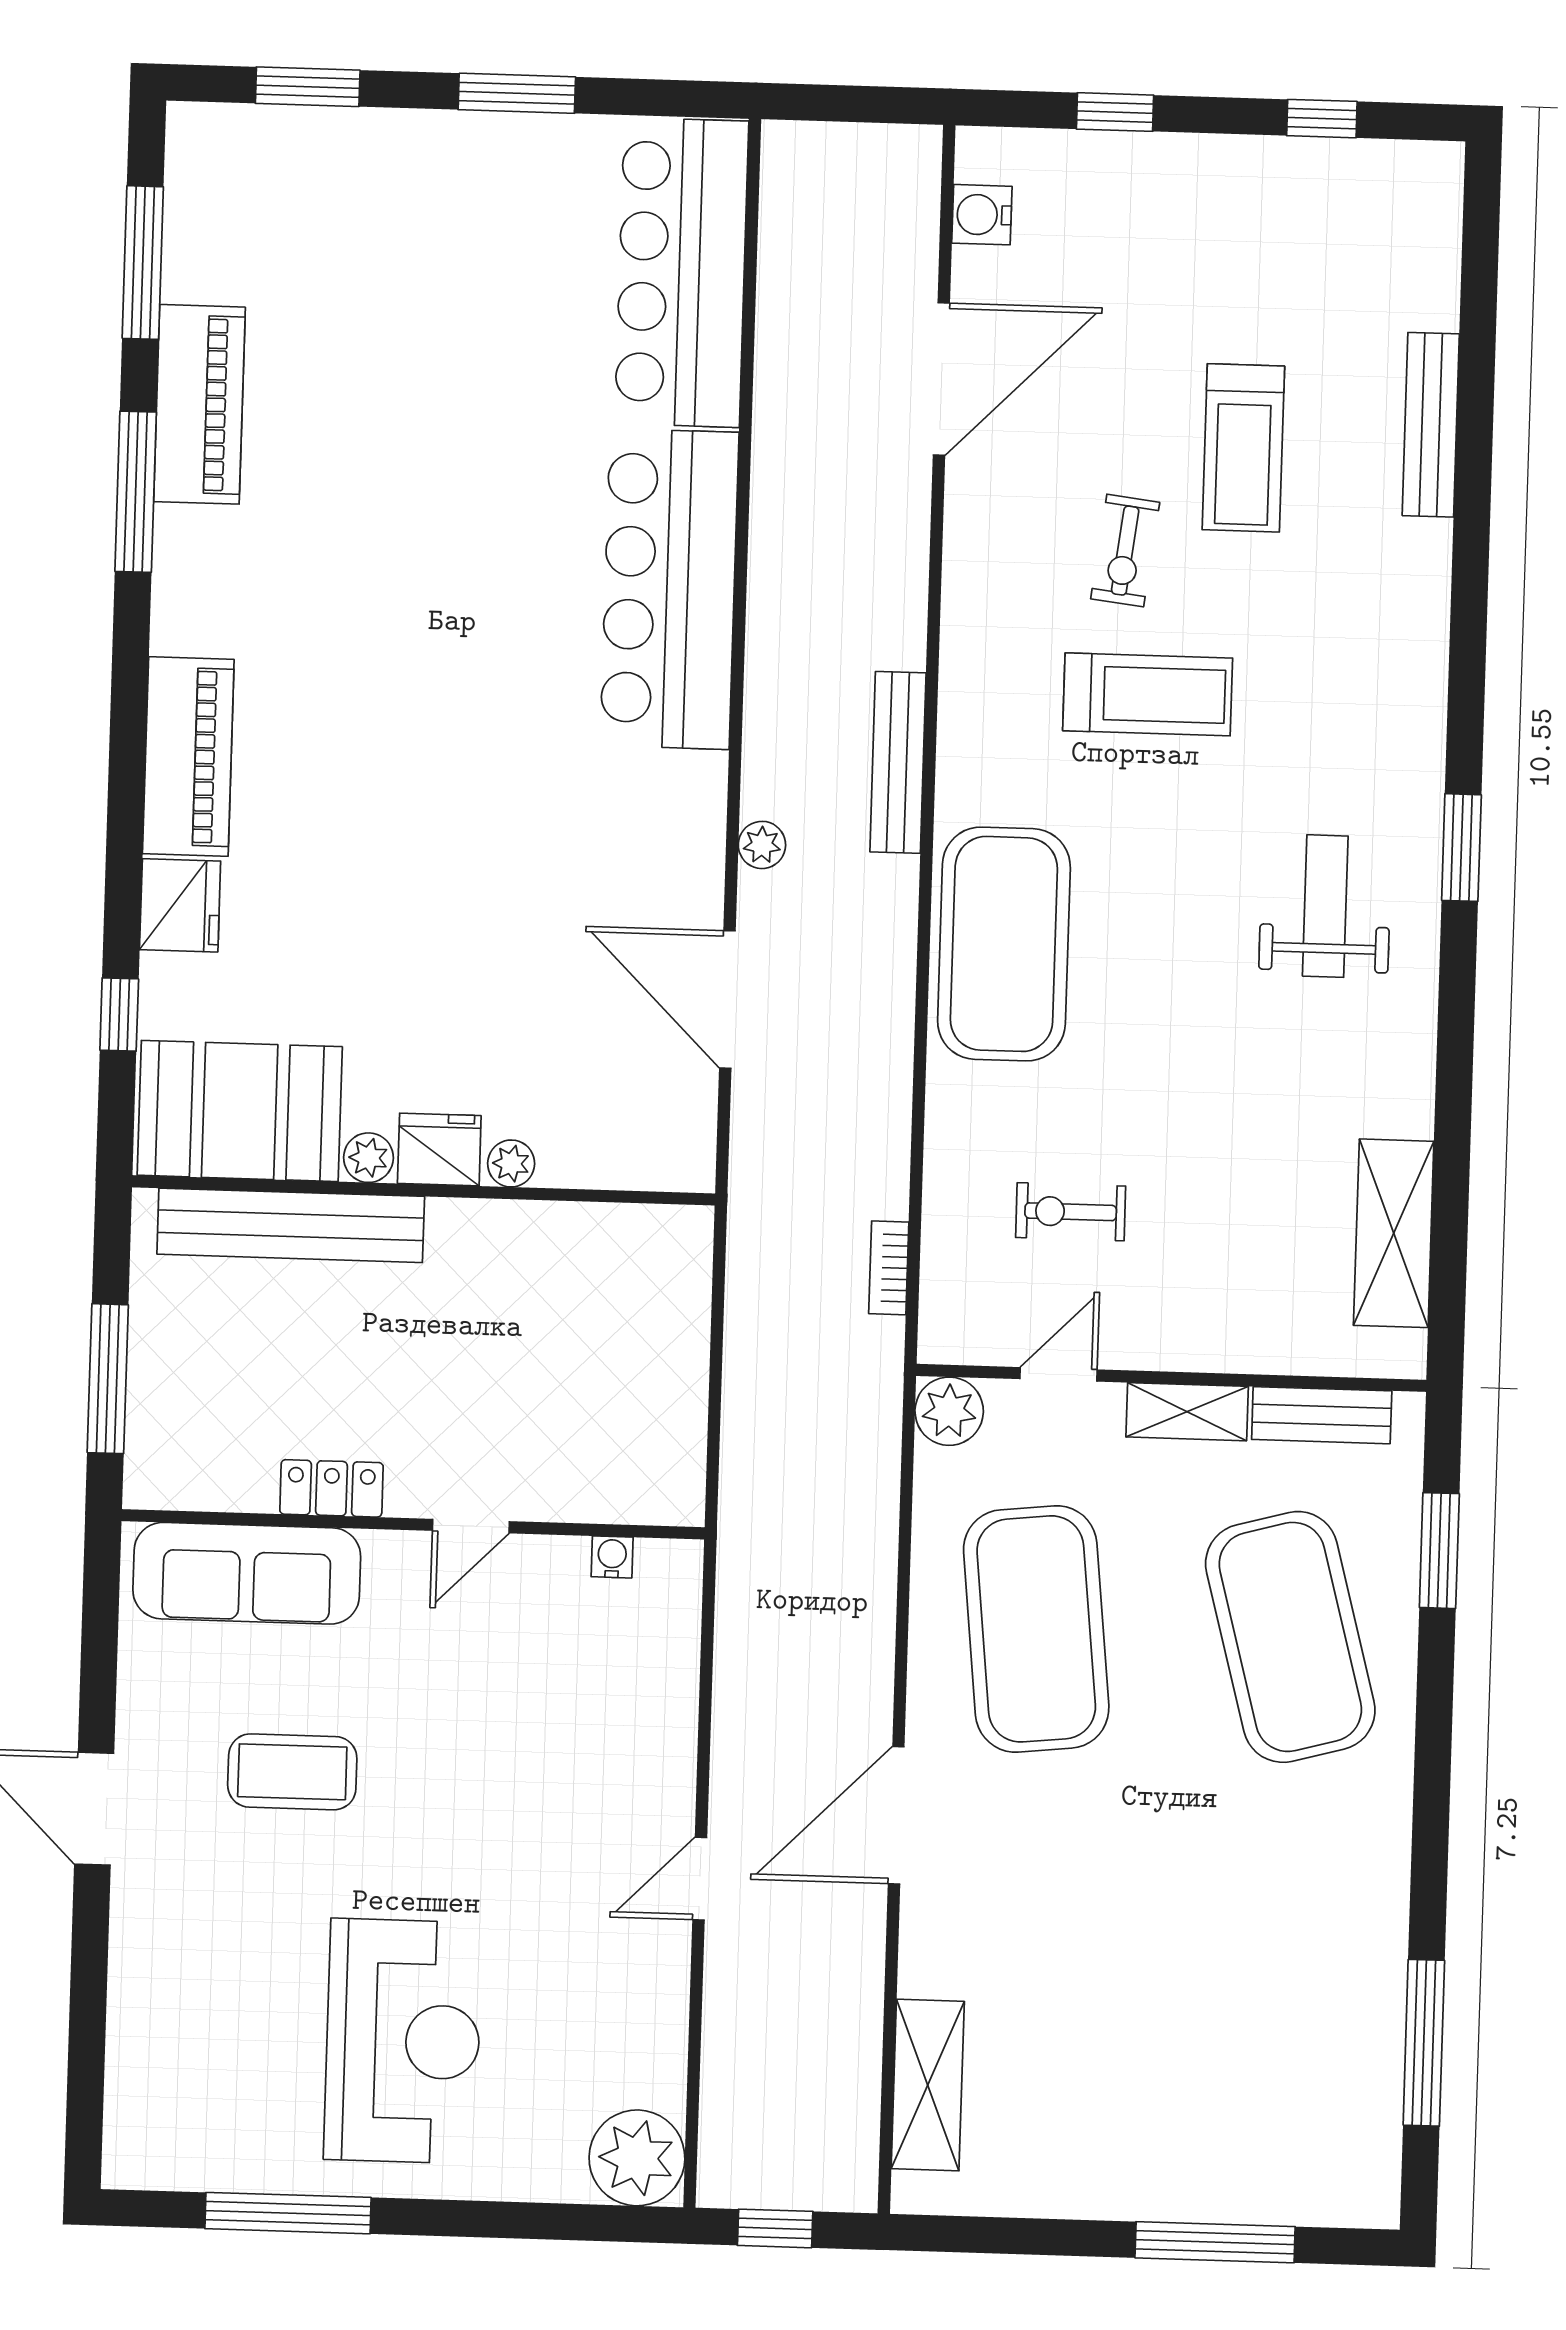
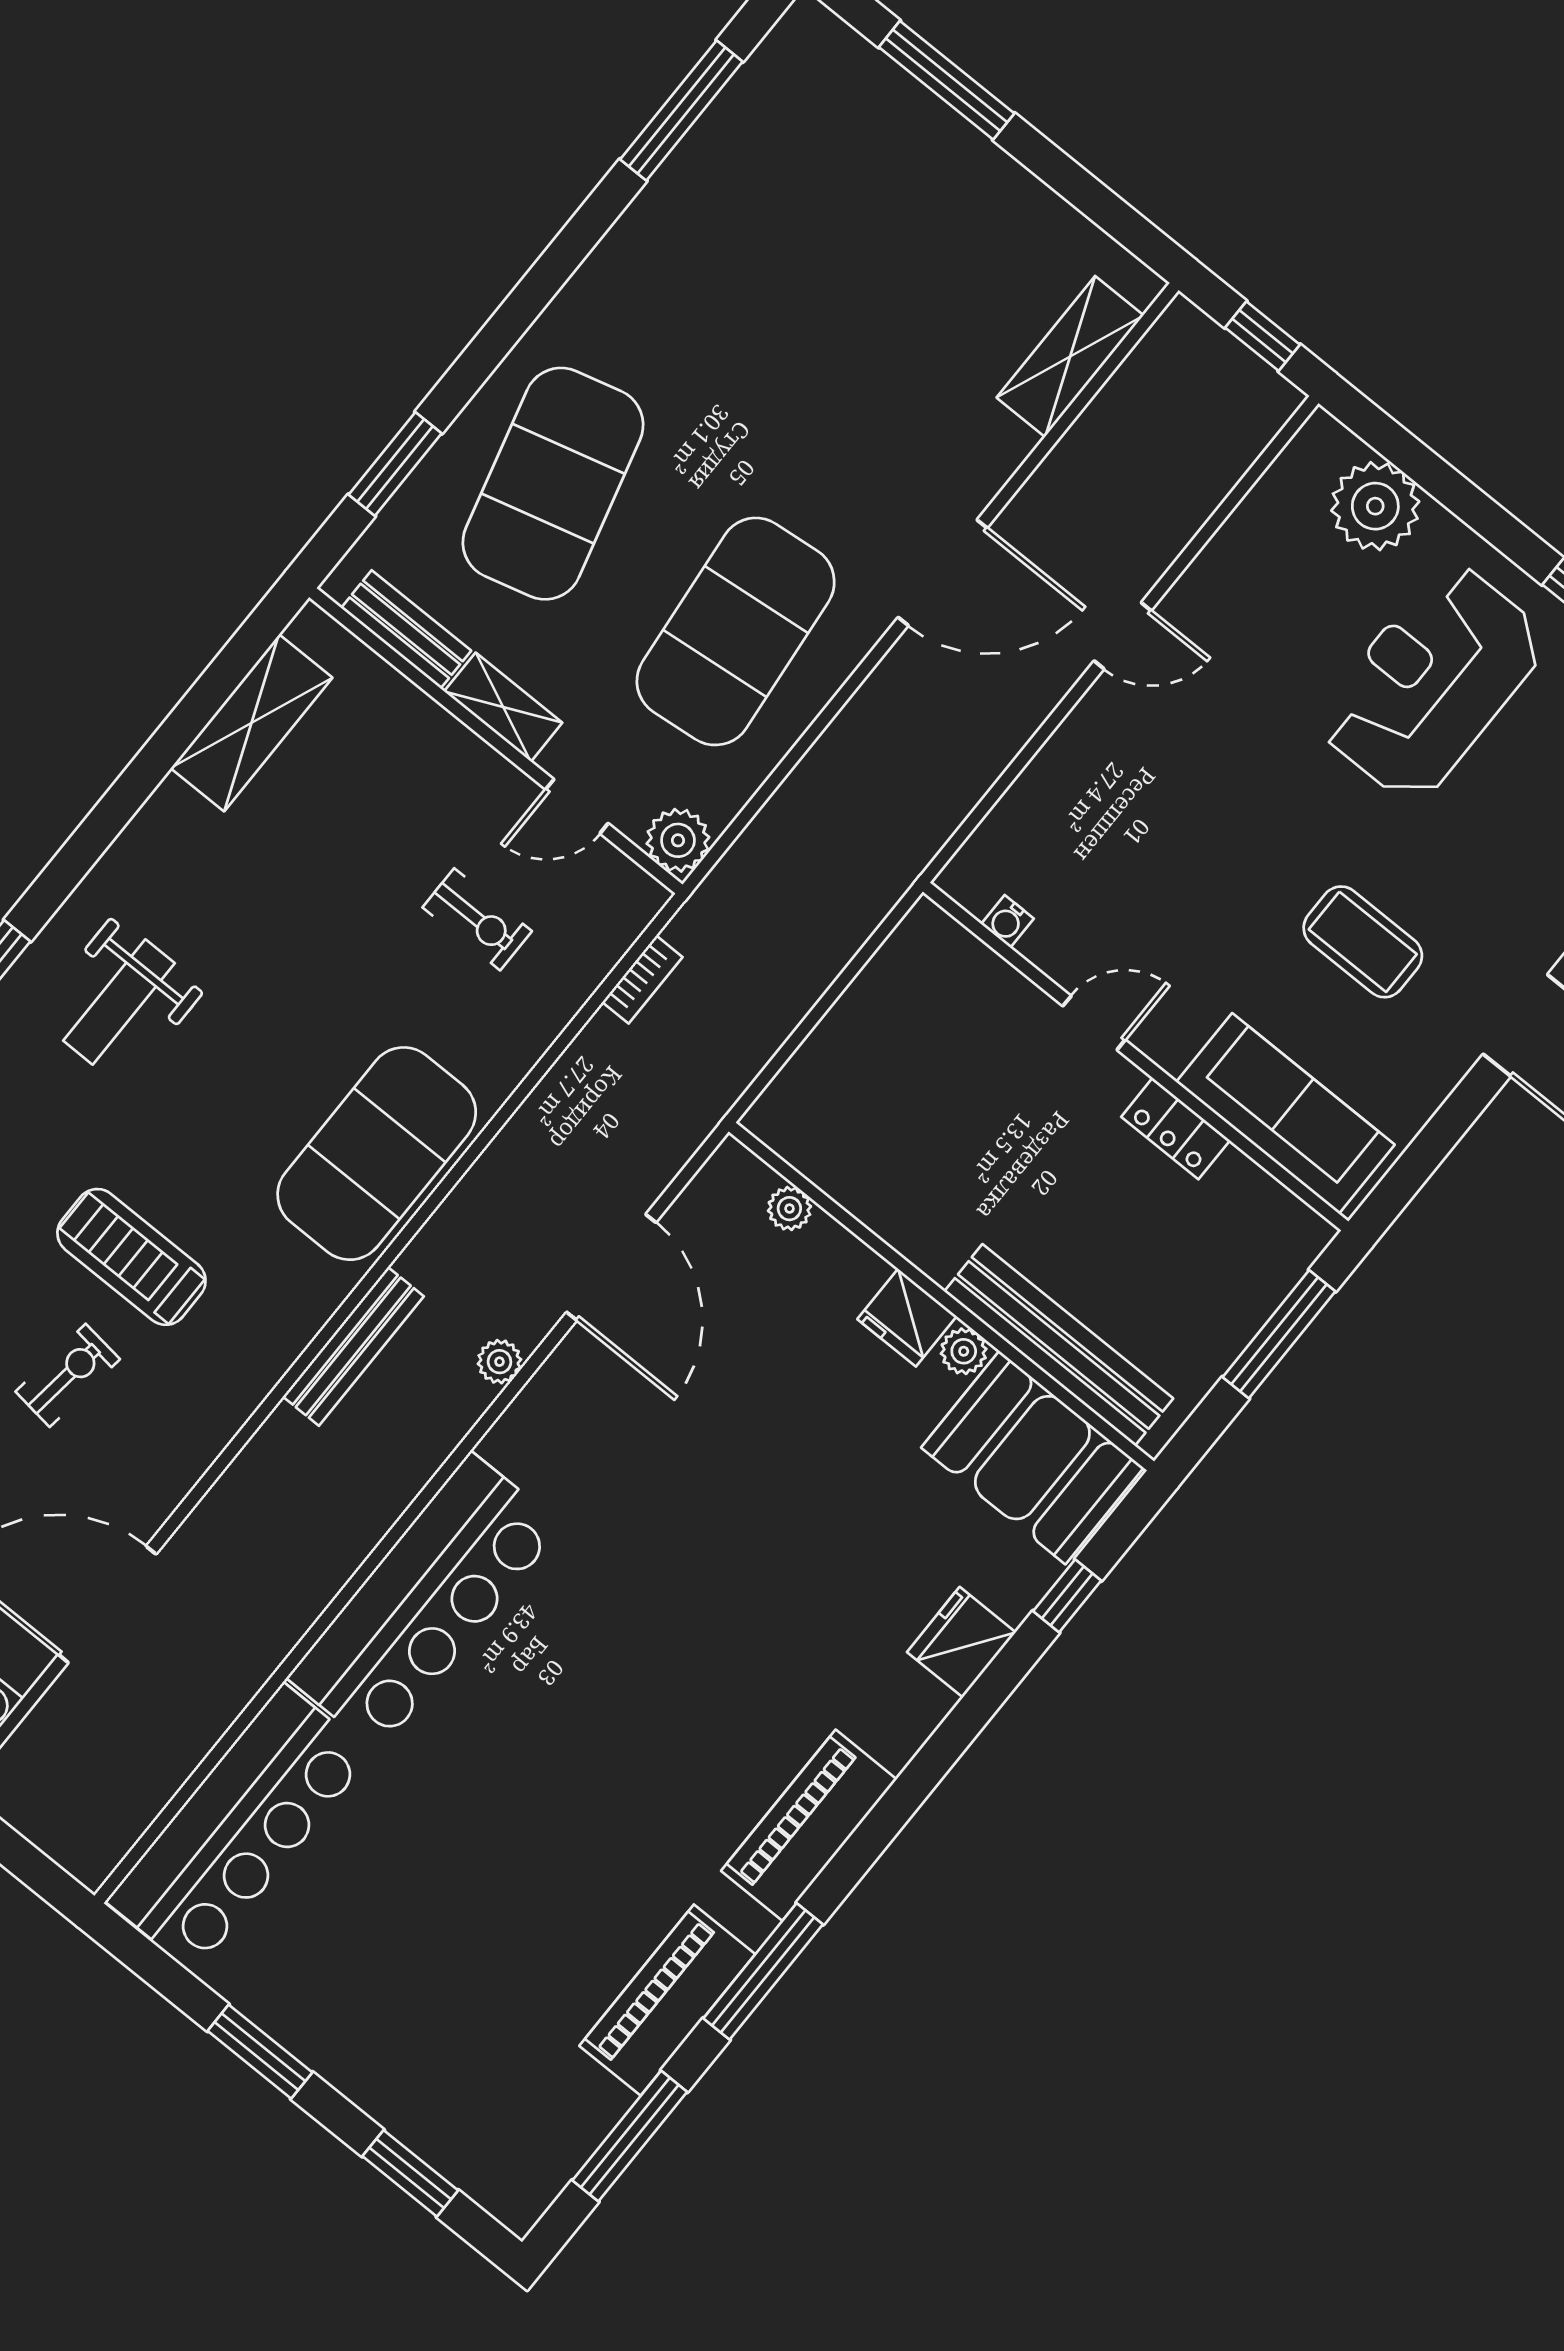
piano: (188, 757) -> (809, 1825), moved
plant: (511, 1164) -> (789, 1209), moved
plant: (637, 2158) -> (1375, 506), moved

